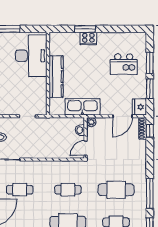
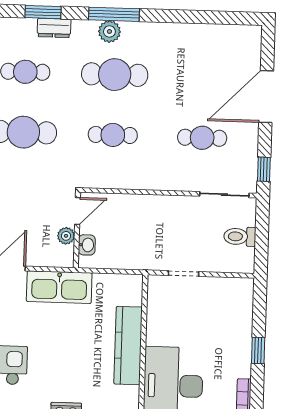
kitchen sink: (82, 107) -> (59, 287), moved
plant: (91, 122) -> (66, 236), moved

